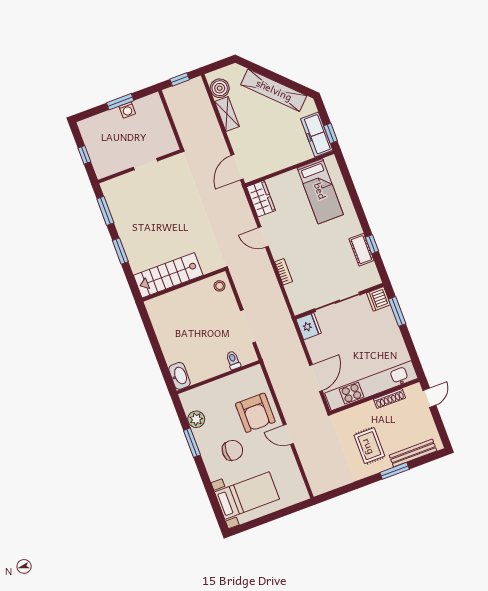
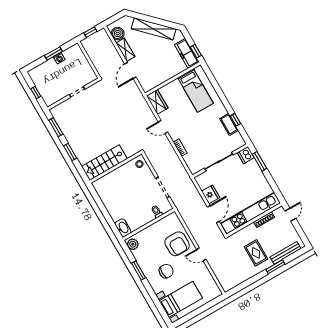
door: (237, 167) -> (130, 71), moved
fridge: (309, 326) -> (211, 194), moved
plant: (196, 419) -> (133, 244), moved

